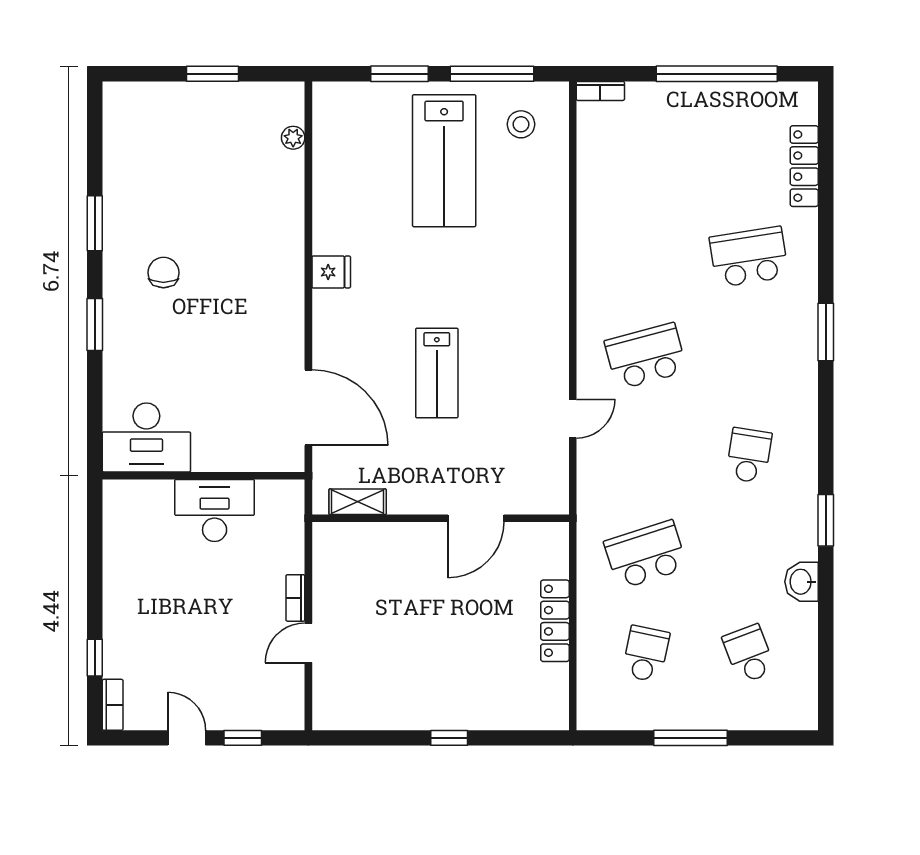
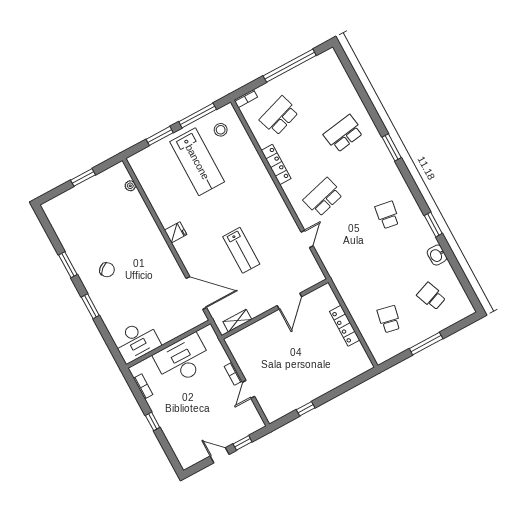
locker: (804, 166) -> (276, 164), moved, turned 180
chair: (163, 273) -> (107, 270), turned 140
desk: (215, 510) -> (183, 360), width x1.36, depth x1.30
school desk: (646, 555) -> (279, 116), moved
window: (95, 658) -> (153, 421), moved
bookcase: (113, 705) -> (143, 386), moved
window: (449, 738) -> (306, 409), moved

